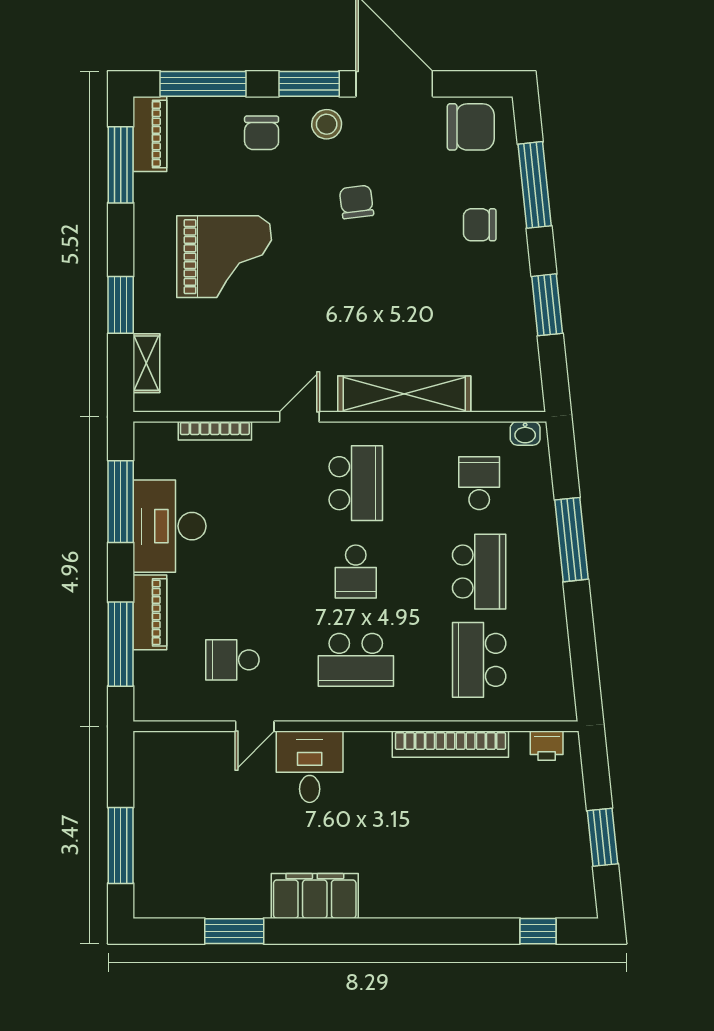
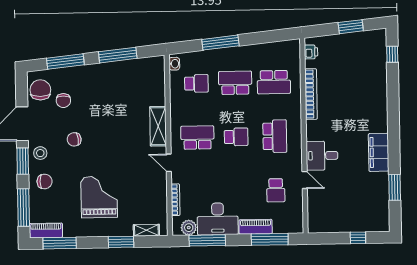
chair: (480, 225) -> (63, 101), moved
window: (547, 305) -> (118, 55), width x1.44
shelving: (404, 394) -> (158, 126), width x0.68
plant: (151, 460) -> (189, 228), added
school desk: (479, 483) -> (196, 83), turned 180
window: (121, 845) -> (358, 238), width x0.46

